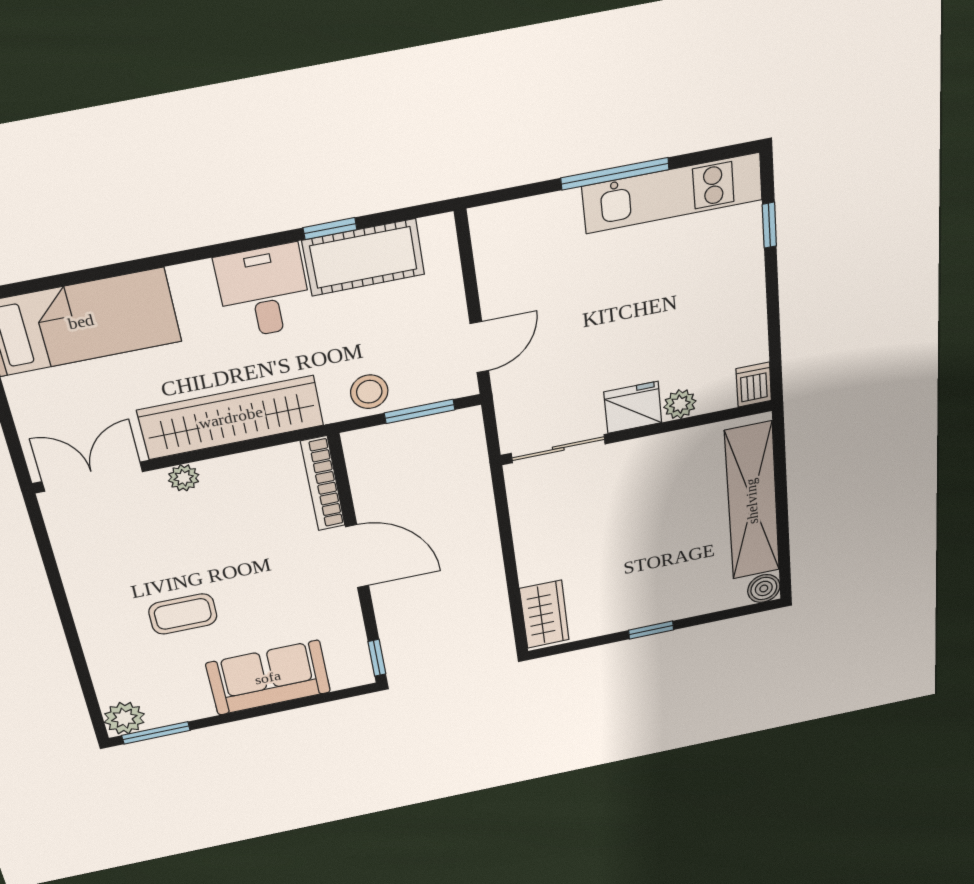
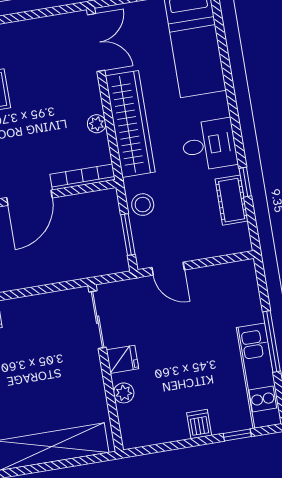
cot: (363, 257) -> (232, 200), width x0.73, depth x0.75
dishwasher: (754, 385) -> (199, 424), moved, turned -90
fridge: (633, 407) -> (122, 359), width x0.72
plant: (184, 478) -> (97, 124), moved

